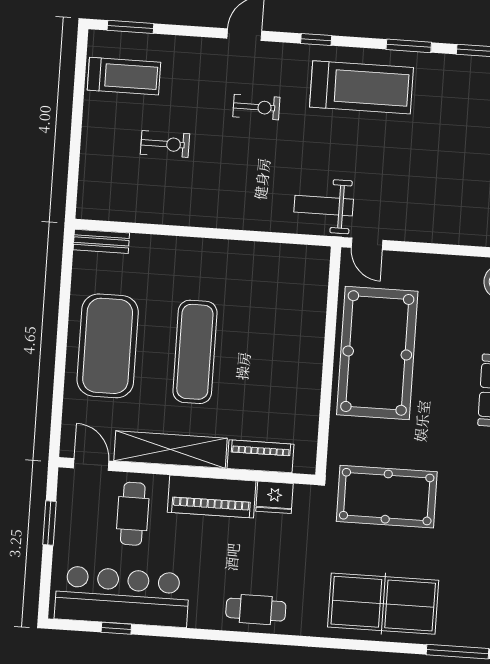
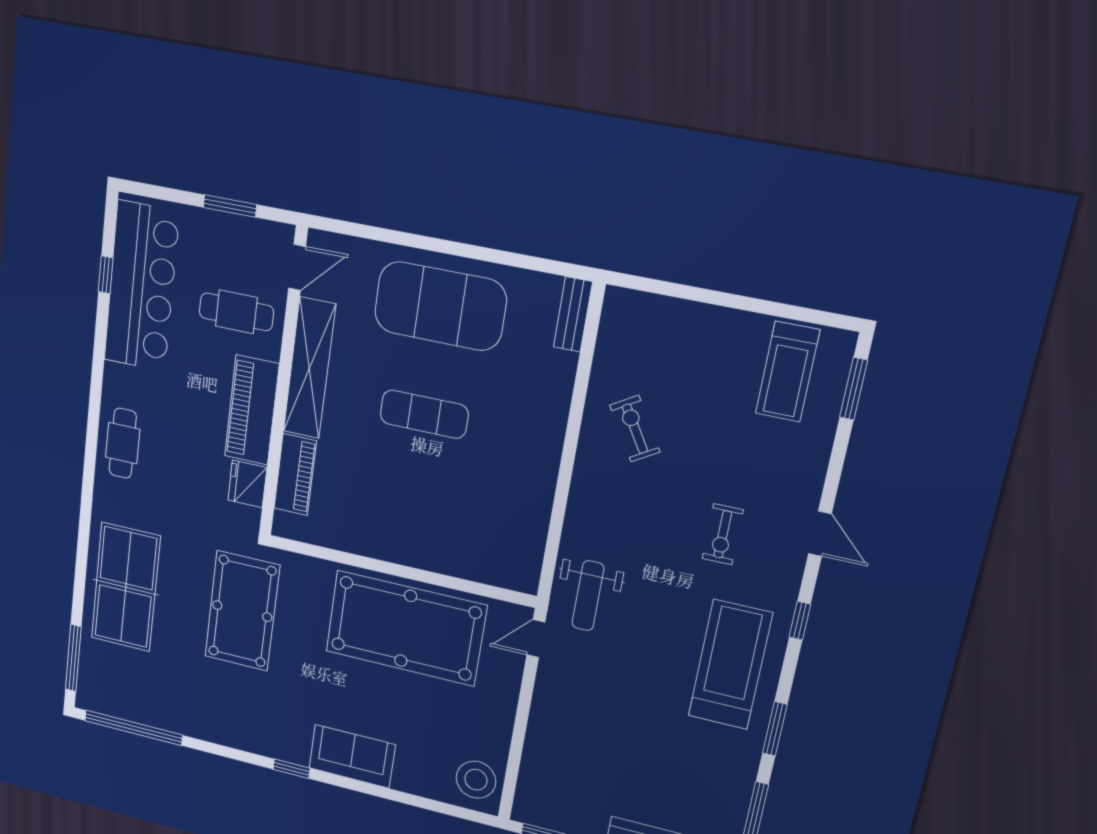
treadmill: (361, 87) -> (730, 665), turned 180
exercise bike: (165, 144) -> (635, 429), moved, turned 149
weight bench: (324, 206) -> (588, 596), turned 180
exercise mat: (195, 352) -> (424, 414), width x0.73, depth x0.69

